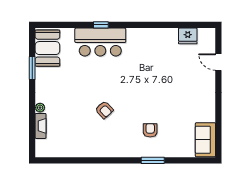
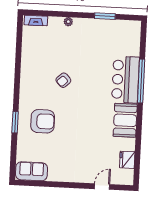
window: (101, 25) -> (141, 81), width x3.17
booth: (47, 48) -> (125, 120), moved, turned 90
fireplace: (41, 126) -> (36, 21), moved
armchair: (150, 130) -> (43, 121), width x1.88, depth x1.88

